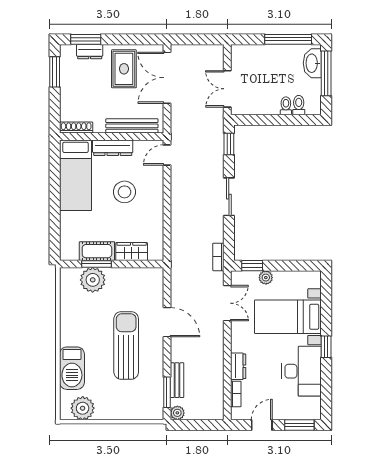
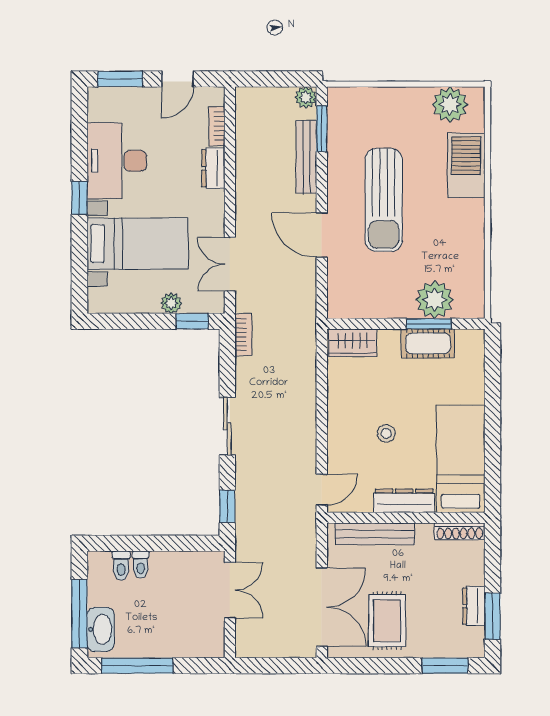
dresser: (90, 52) -> (474, 606), moved, turned -90
stool: (124, 192) -> (386, 433), width x0.53, depth x0.53
wardrobe: (132, 252) -> (352, 343), moved
bench: (177, 380) -> (306, 157), width x1.36

